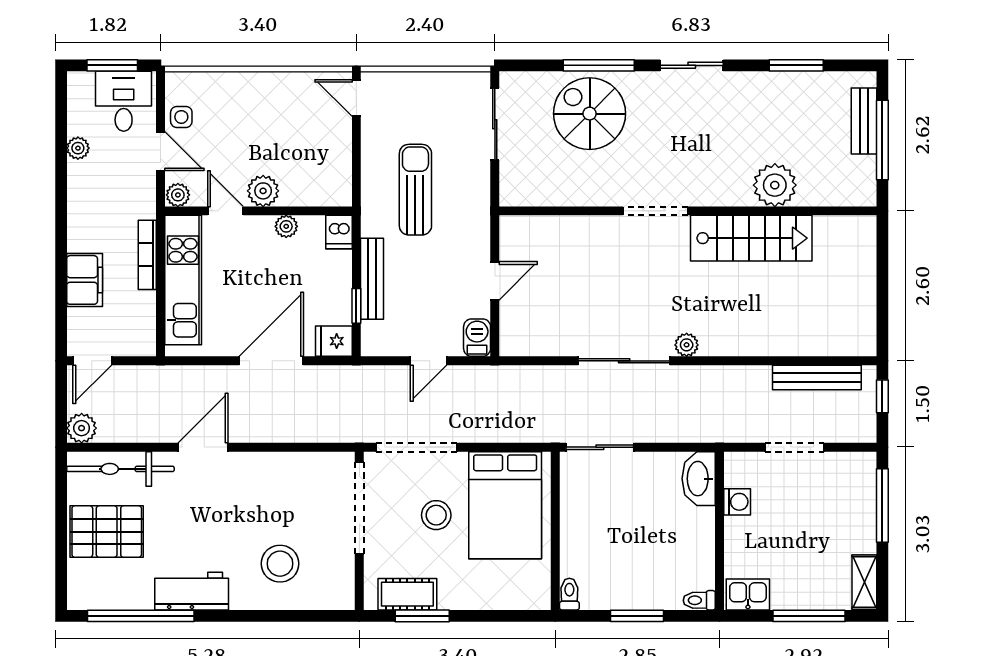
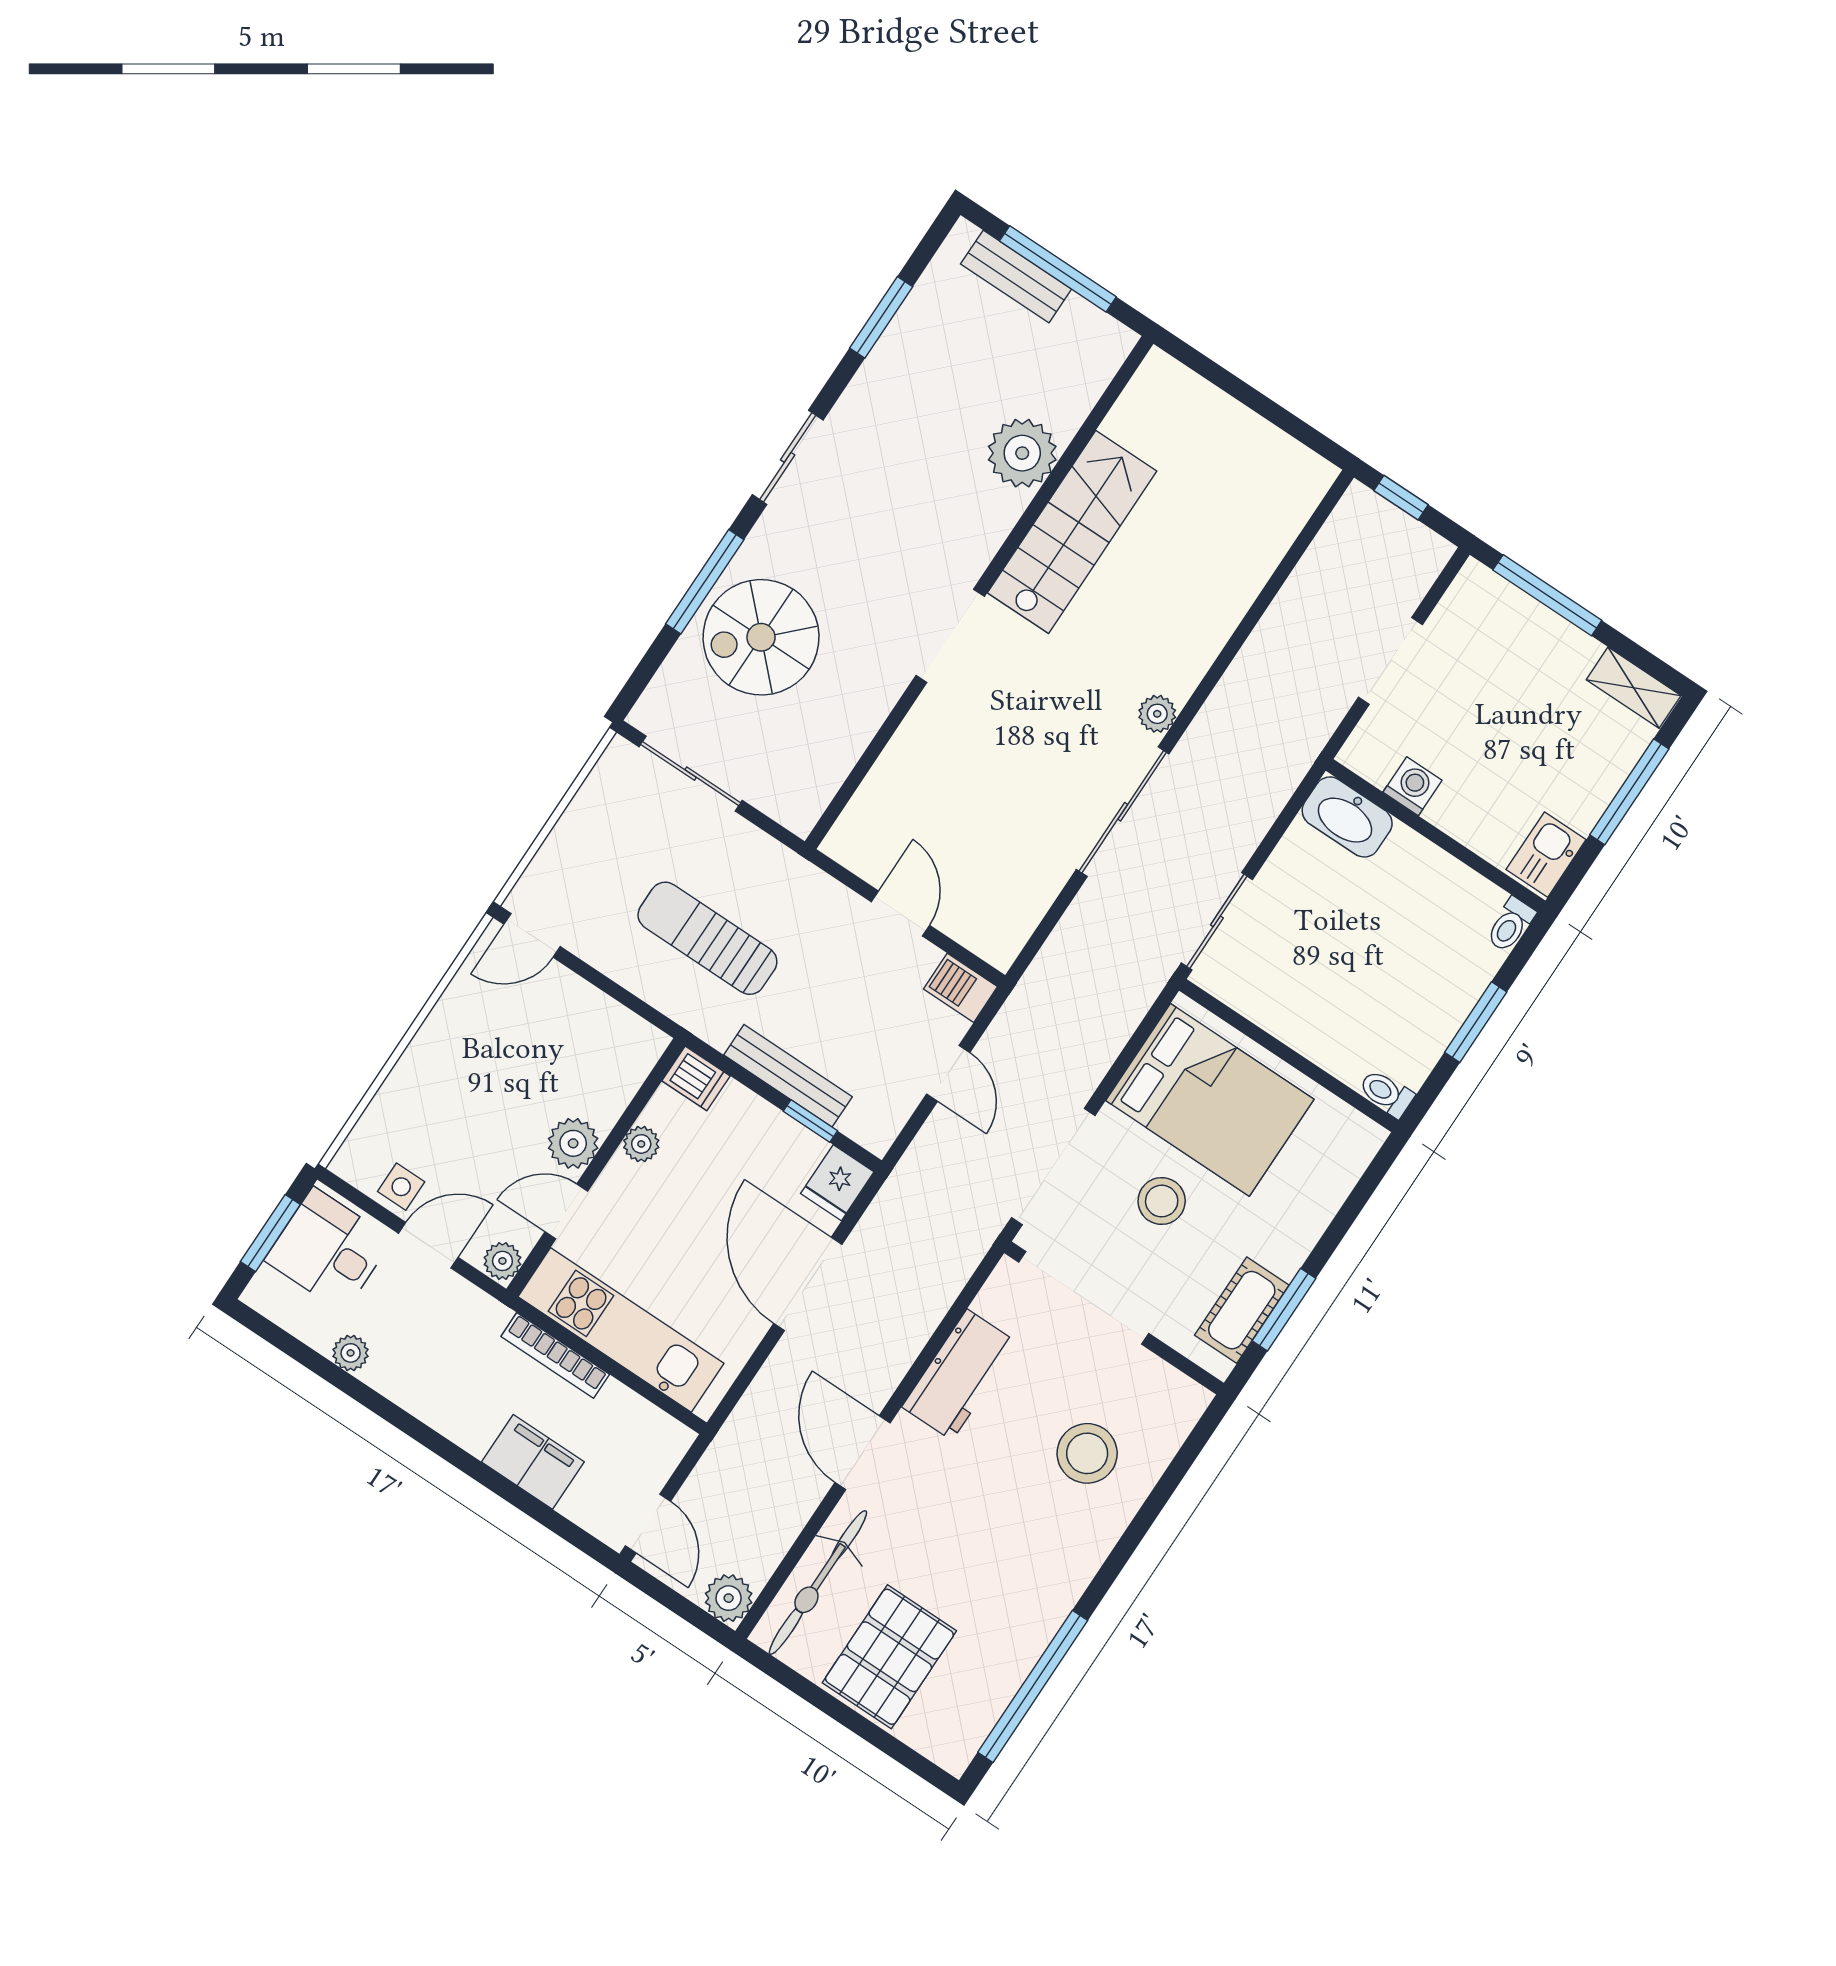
bench: (817, 377) -> (1317, 569), removed
workbench: (192, 591) -> (960, 1375), moved, turned 180

